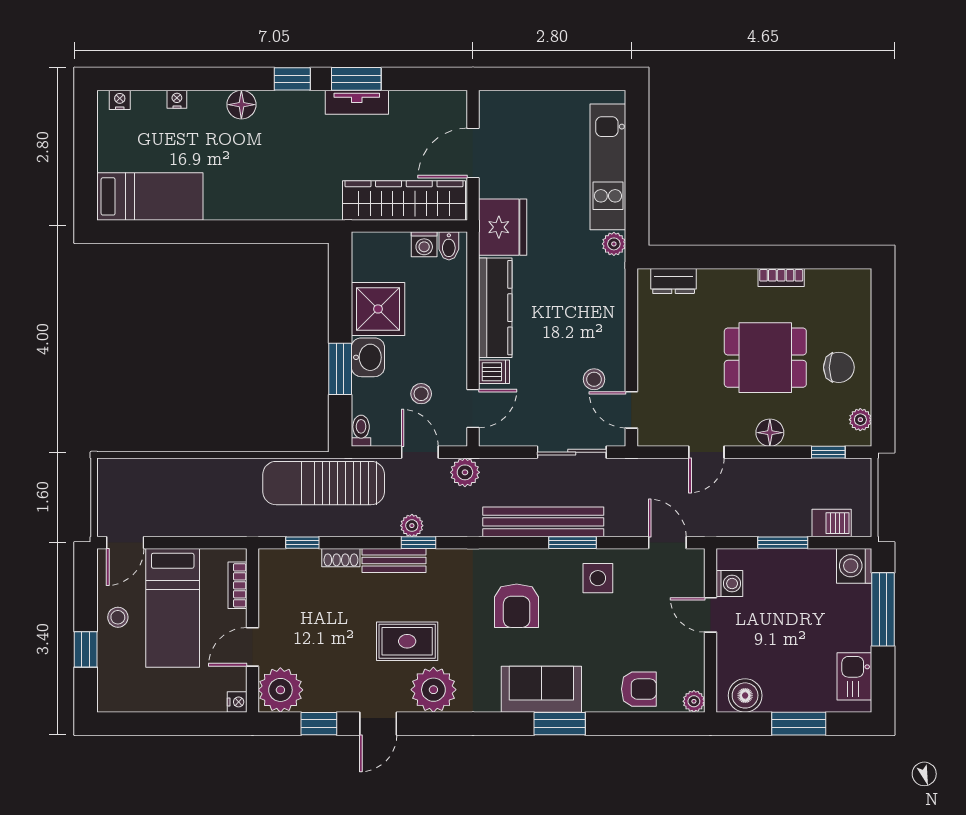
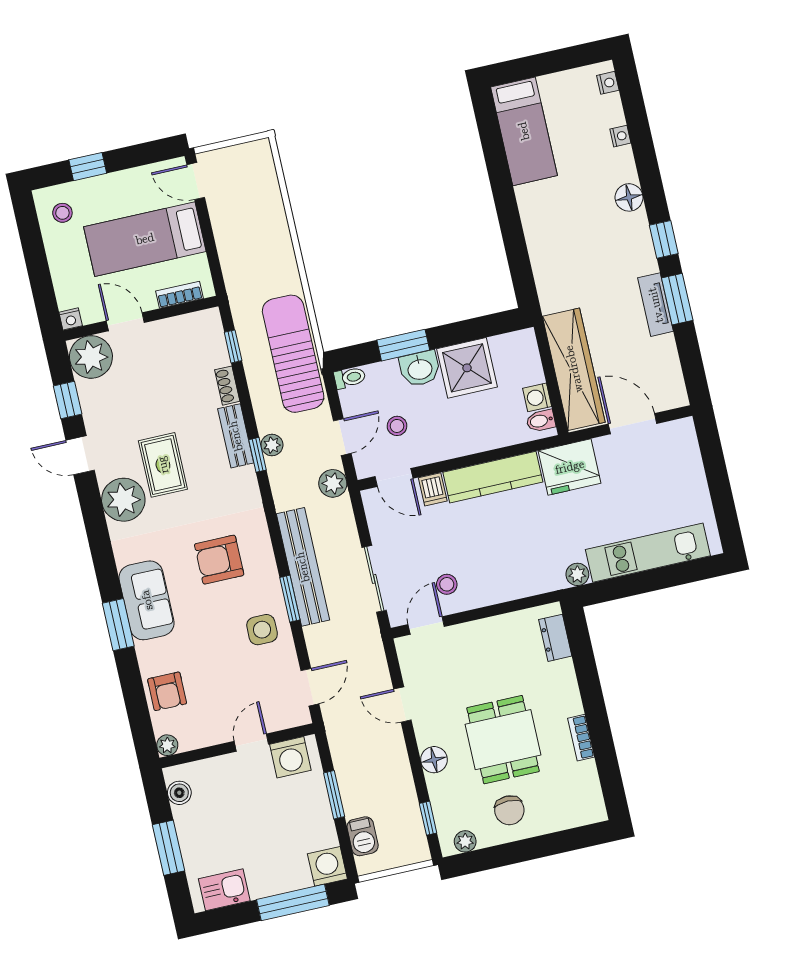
washing machine: (729, 584) -> (290, 757), width x1.38, depth x1.38
stool: (118, 617) -> (62, 213), moved
boiler: (745, 695) -> (179, 793), width x0.73, depth x0.73

